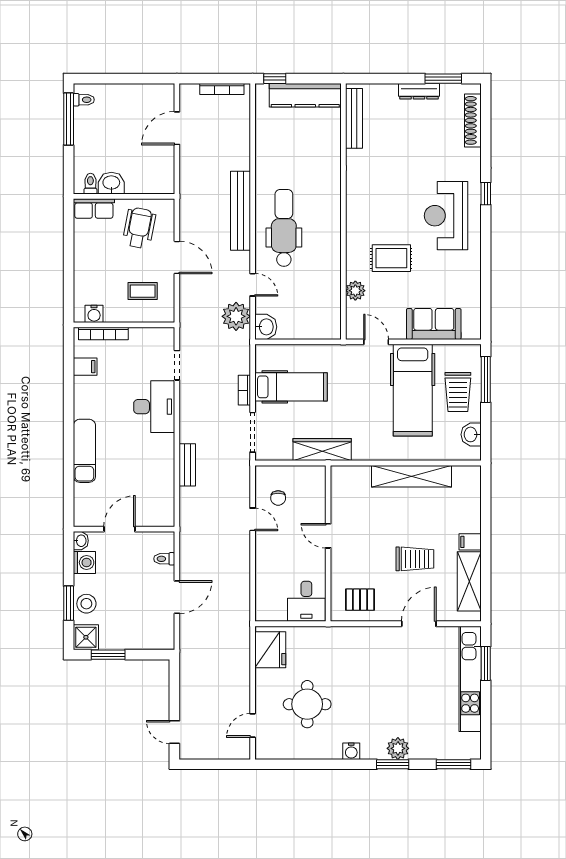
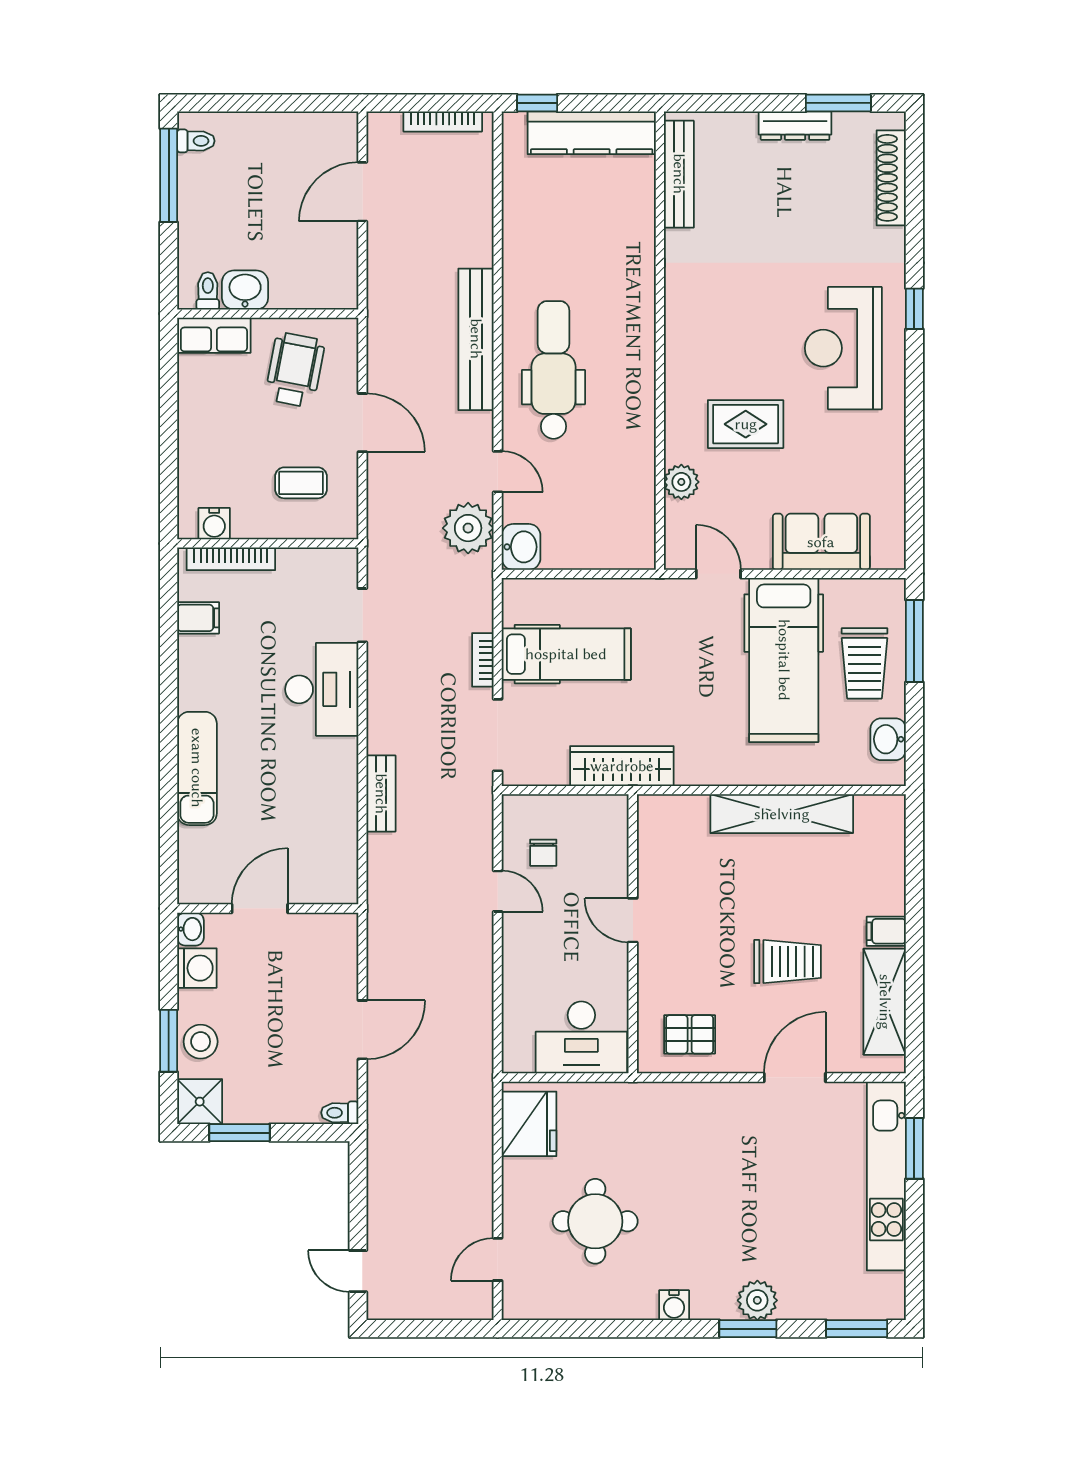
toilet: (164, 559) -> (340, 1113), moved
desk: (306, 601) -> (581, 1037), width x1.37

